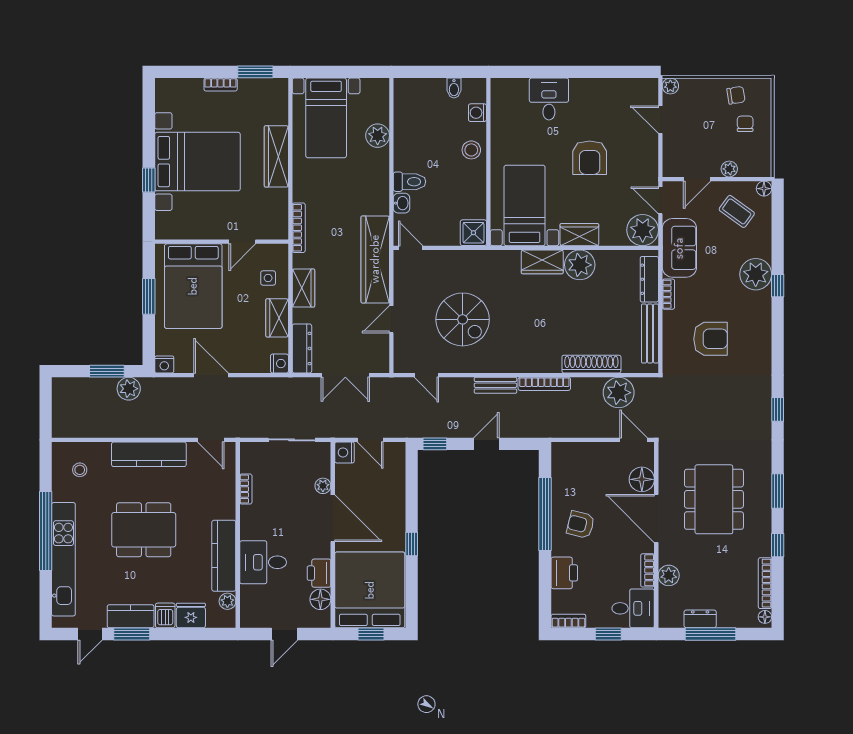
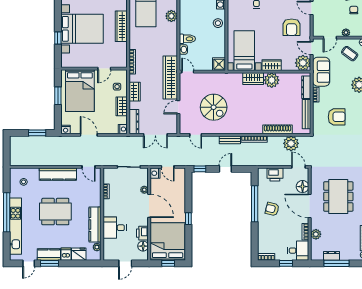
armchair: (590, 158) -> (292, 27), moved
plant: (129, 389) -> (48, 142), removed
printer: (564, 573) -> (275, 174), moved, turned 90

